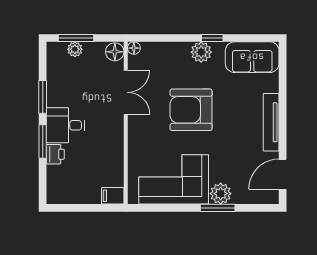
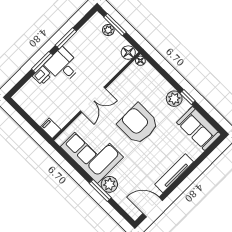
double door: (126, 92) -> (93, 100), moved

